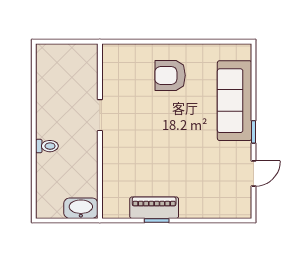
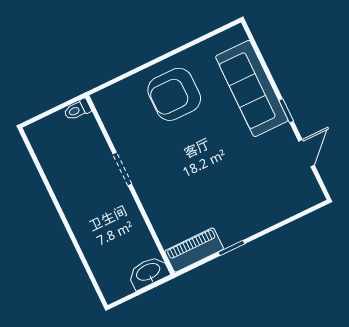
armchair: (170, 75) -> (174, 94), width x1.36, depth x1.36
toilet: (47, 146) -> (77, 110), moved, turned 180
piano: (154, 208) -> (194, 250), moved

